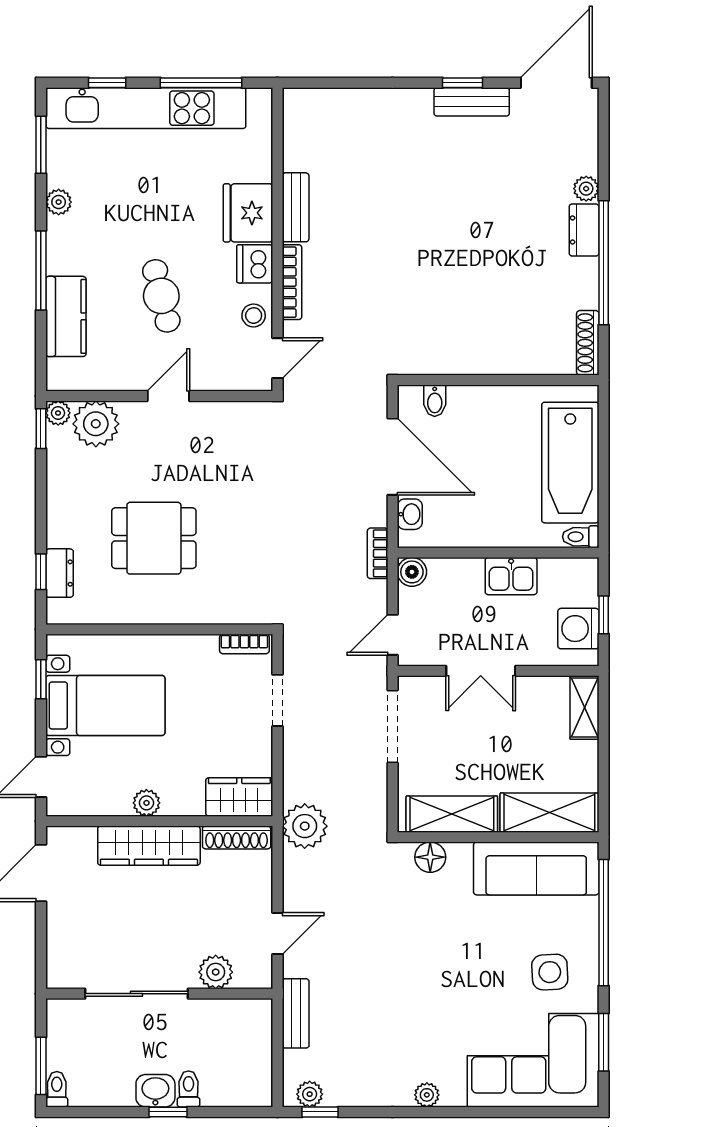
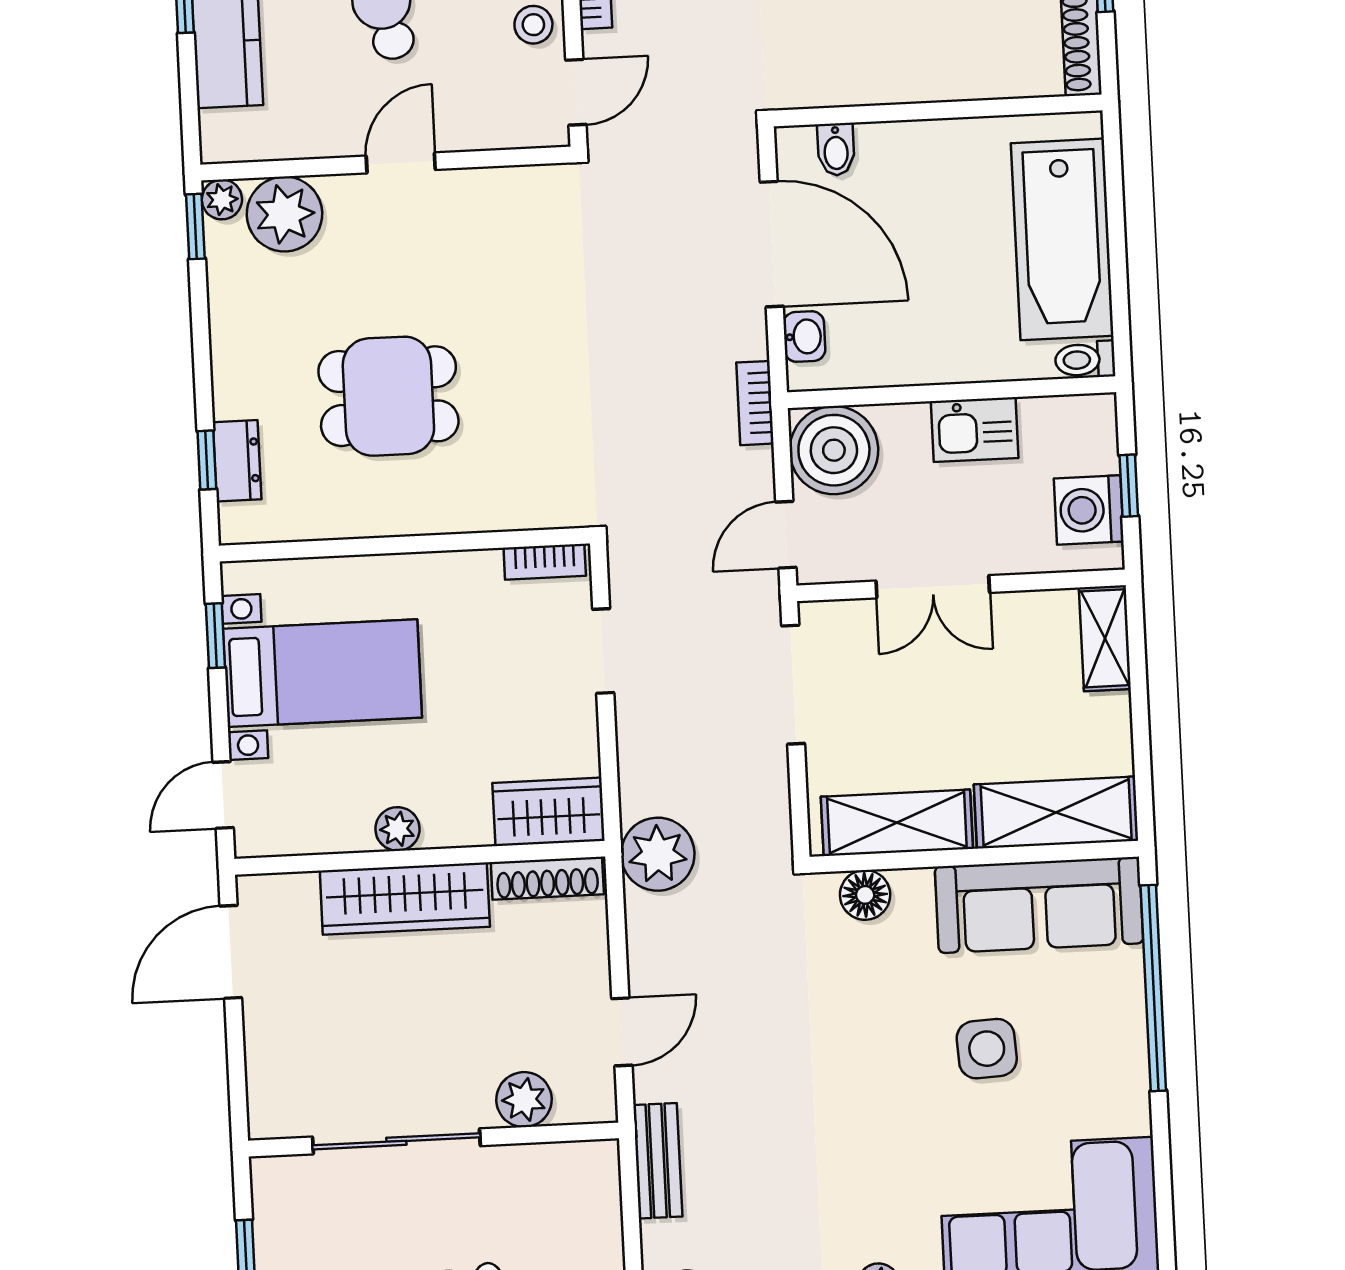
boiler: (412, 572) -> (834, 450), width x1.86, depth x1.86
side table: (550, 972) -> (987, 1049), moved
window: (604, 1042) -> (1163, 1183), removed

